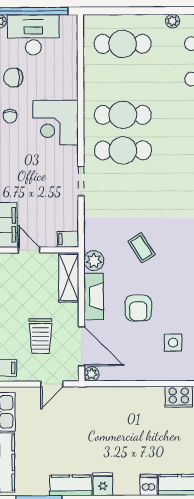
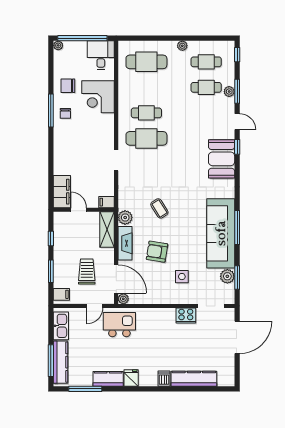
desk: (33, 35) -> (101, 55), moved, width x0.73
cafe table: (123, 115) -> (146, 113), width x0.73, depth x0.74
corner desk: (56, 123) -> (98, 97), moved
armchair: (138, 308) -> (157, 252), turned 99
trolley: (40, 336) -> (87, 271), turned 180
kitchen island: (86, 410) -> (119, 325), added

